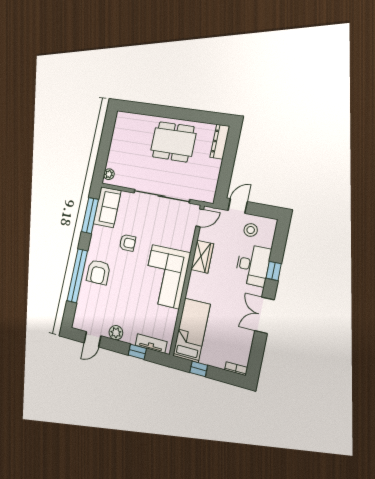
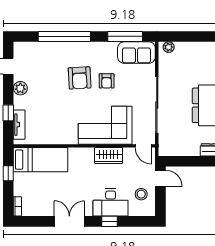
armchair: (98, 272) -> (80, 78), moved, turned -93
corner sofa: (166, 277) -> (105, 125), moved

